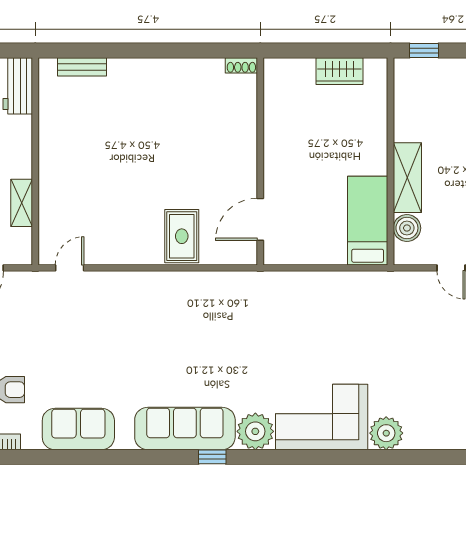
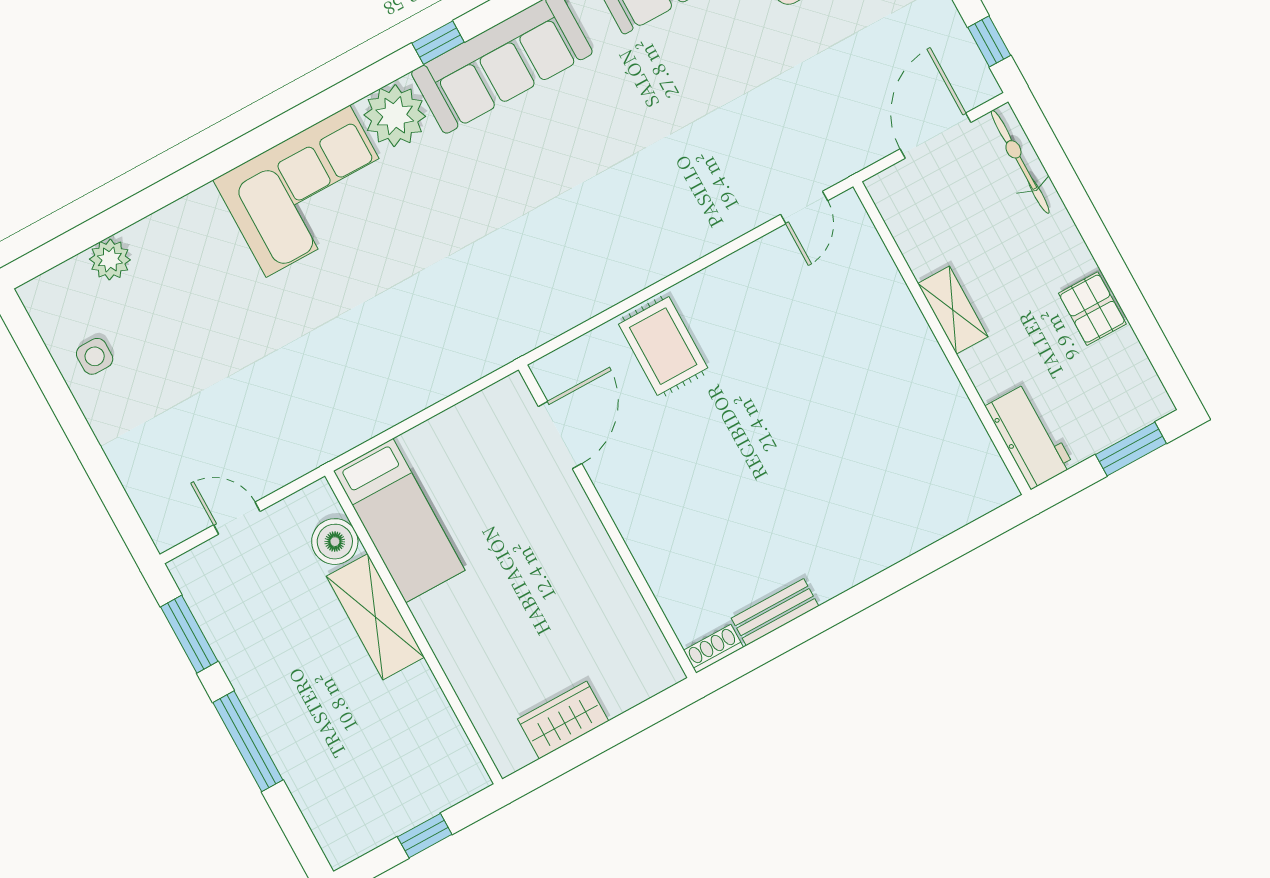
window: (424, 50) -> (425, 836), moved
bench: (82, 67) -> (775, 612), moved
shelving: (22, 203) -> (953, 310), moved
plant: (386, 433) -> (110, 260), moved, width x0.73, depth x0.73

